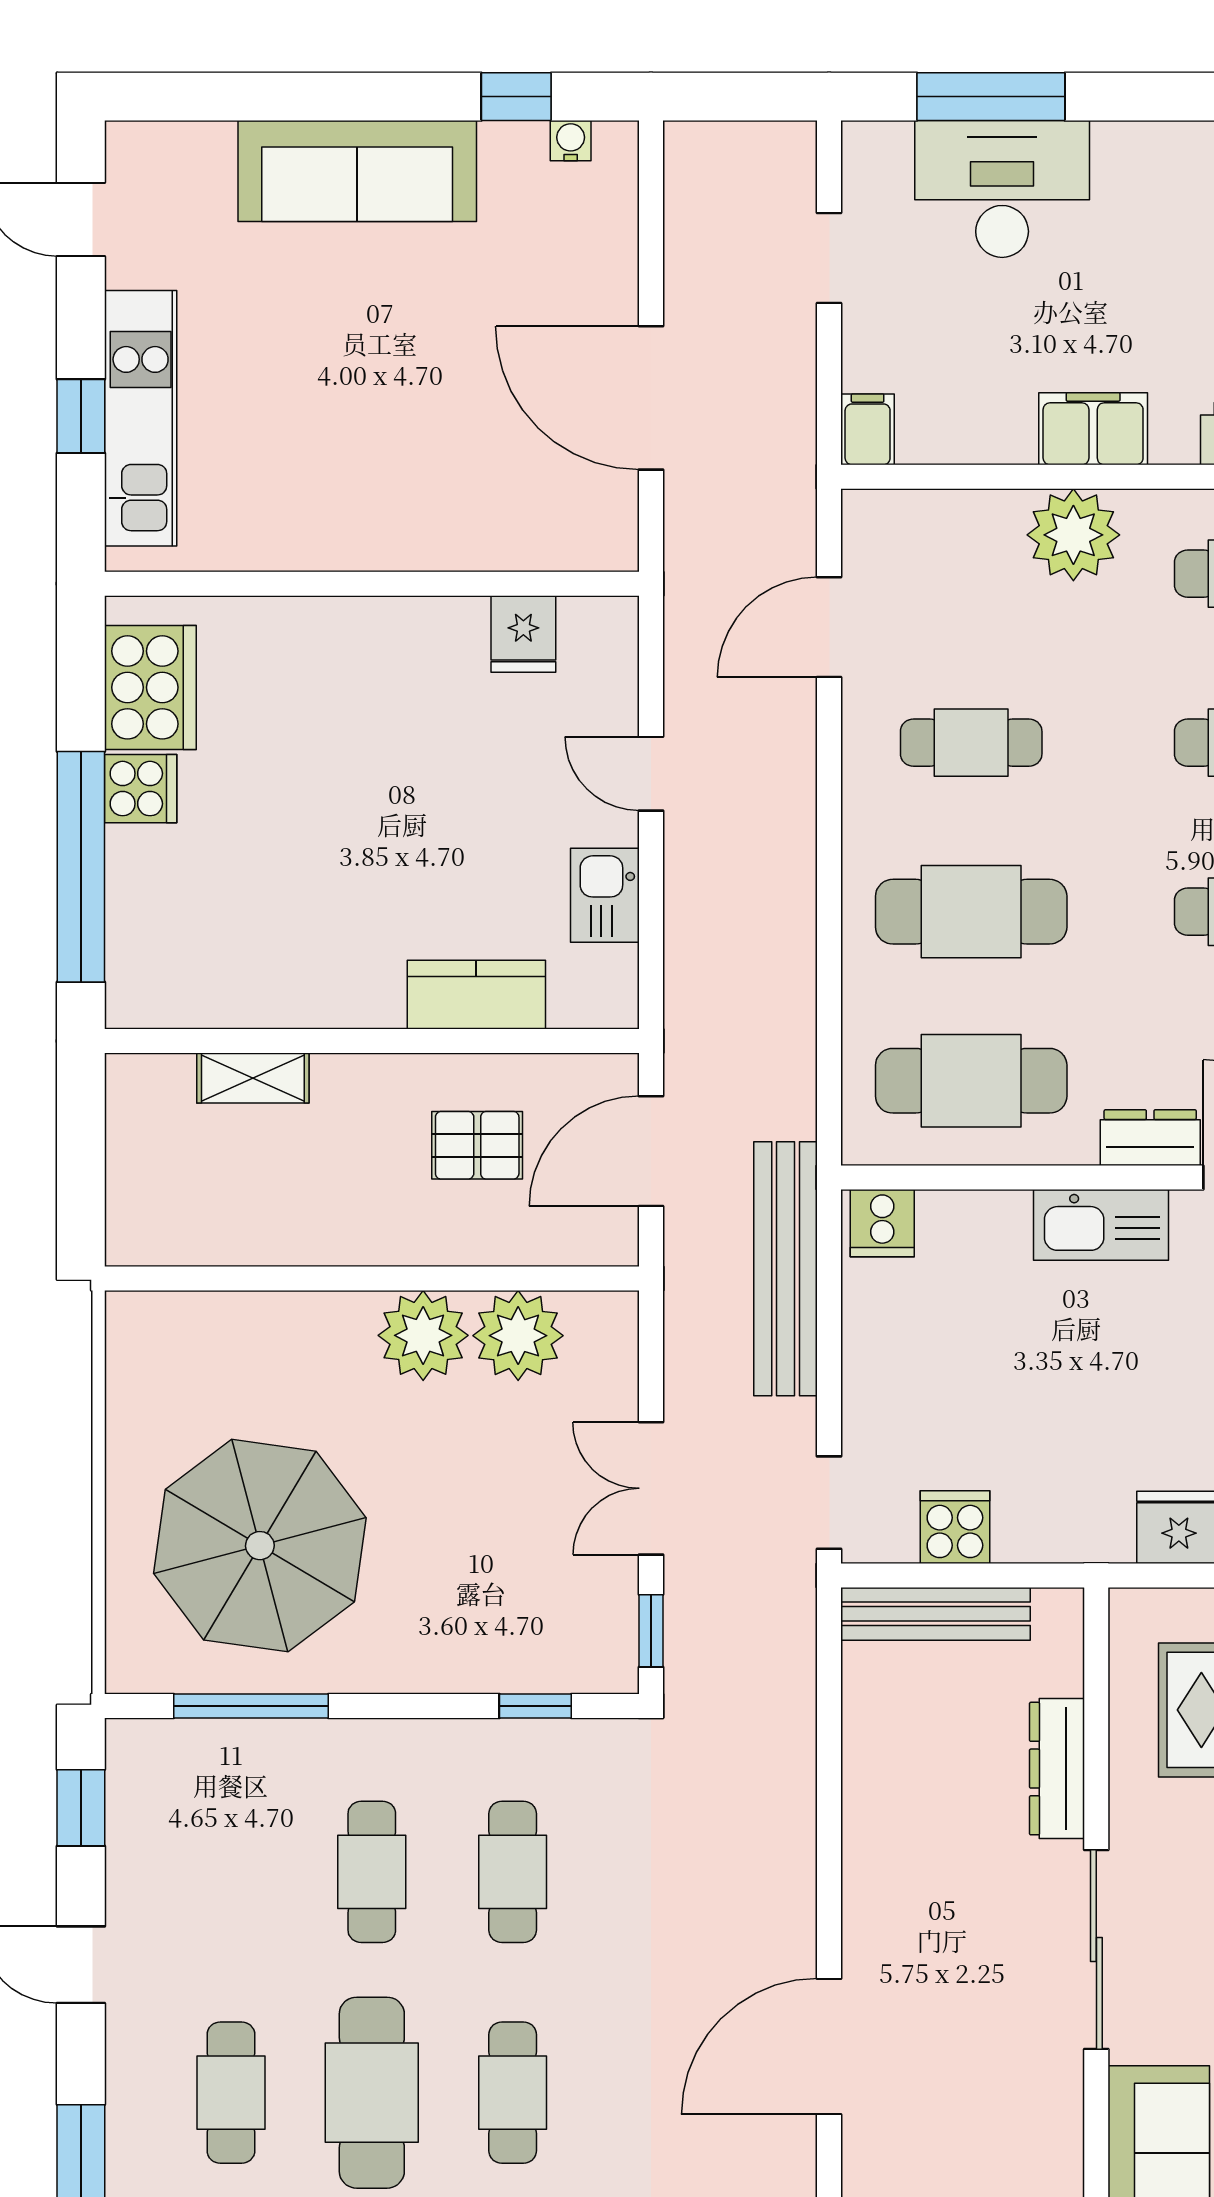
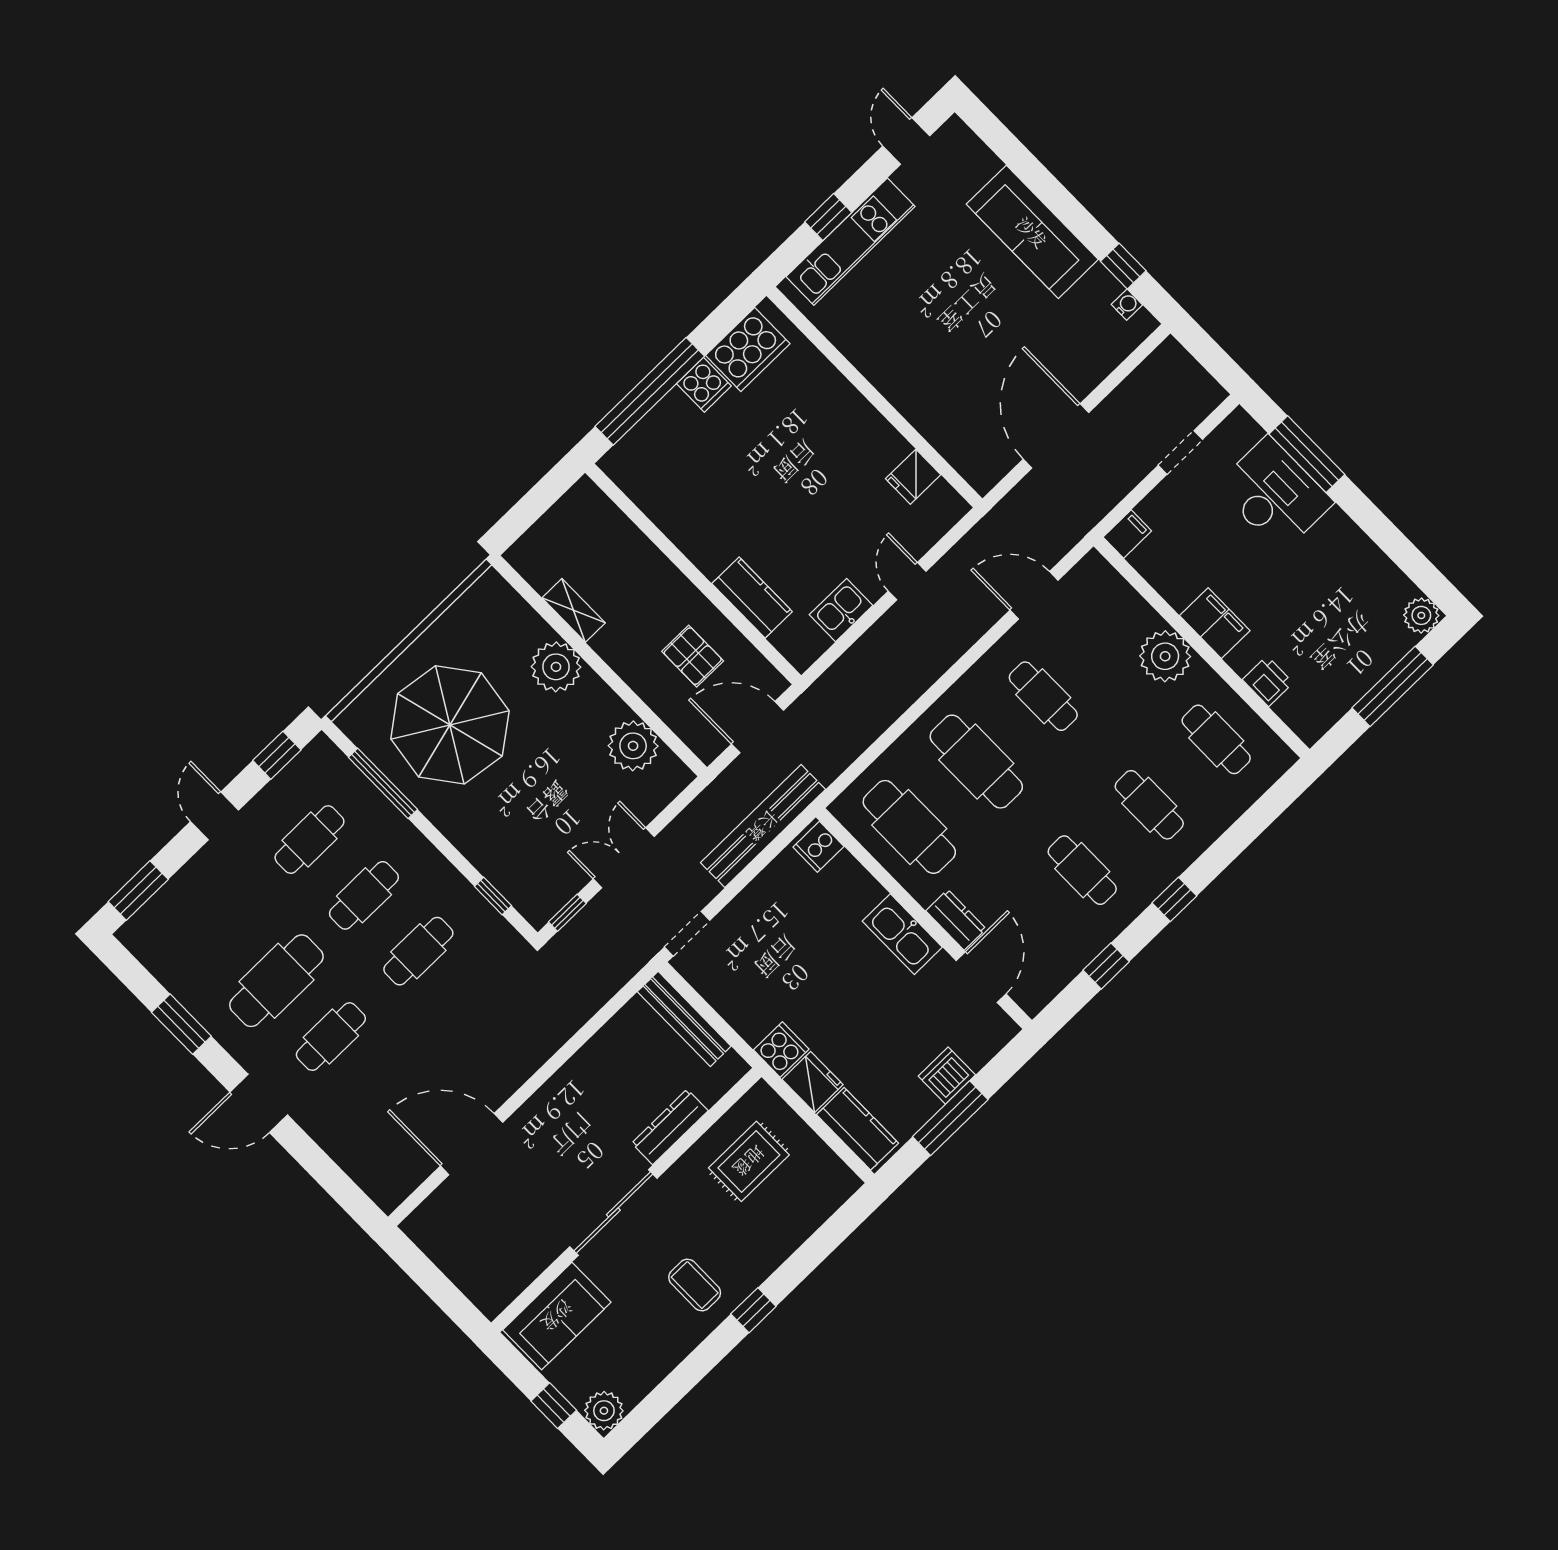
shelving: (253, 1078) -> (574, 610), moved
plant: (423, 1335) -> (556, 667), moved
cooker: (955, 1527) -> (781, 1050), moved
cafe table: (231, 2093) -> (309, 840), moved

